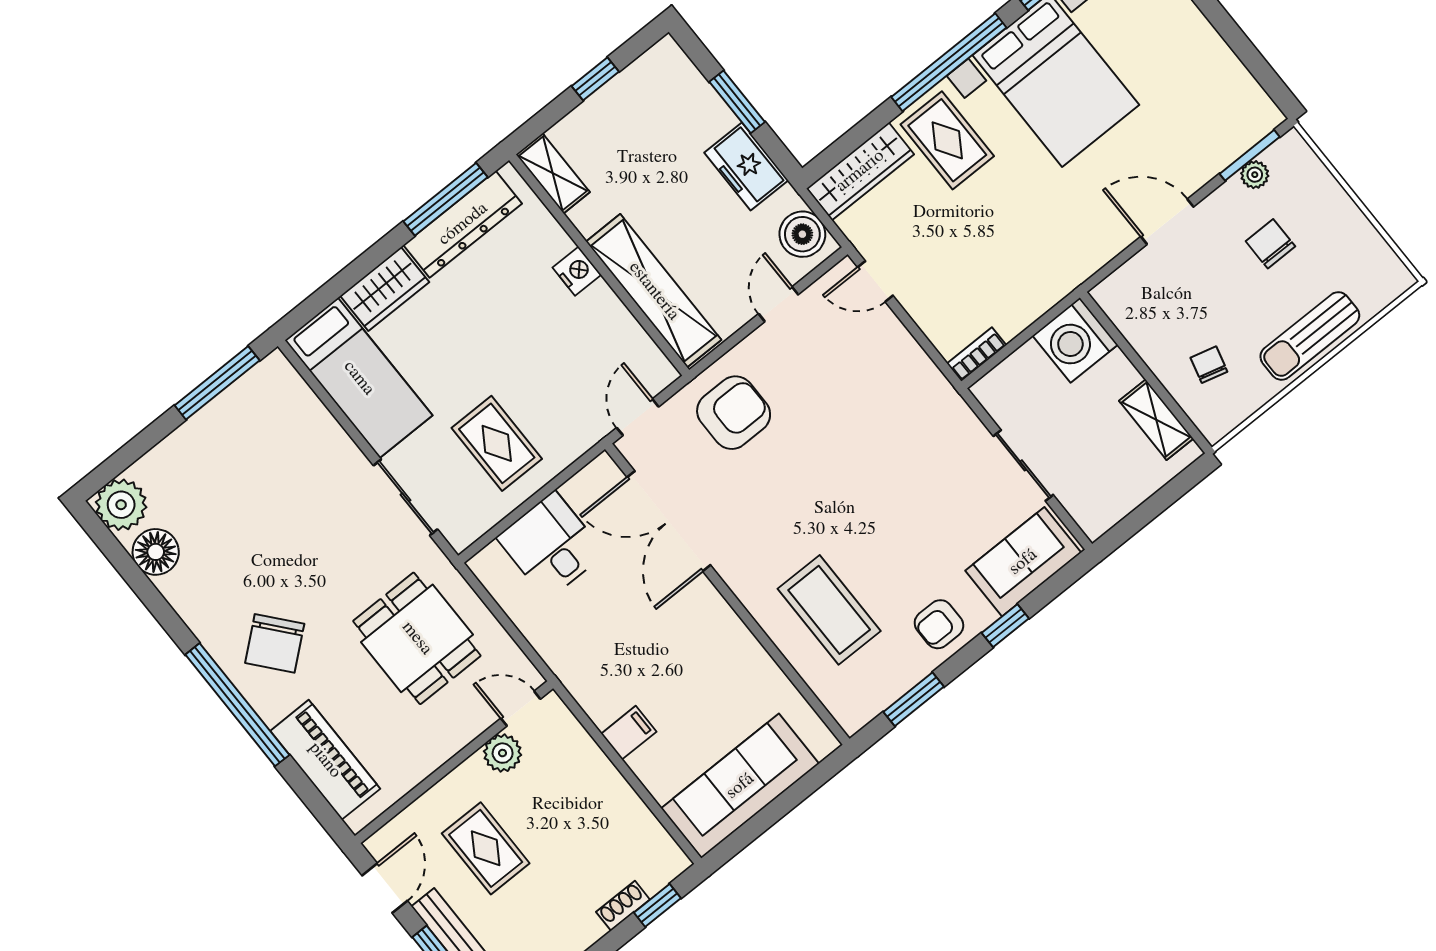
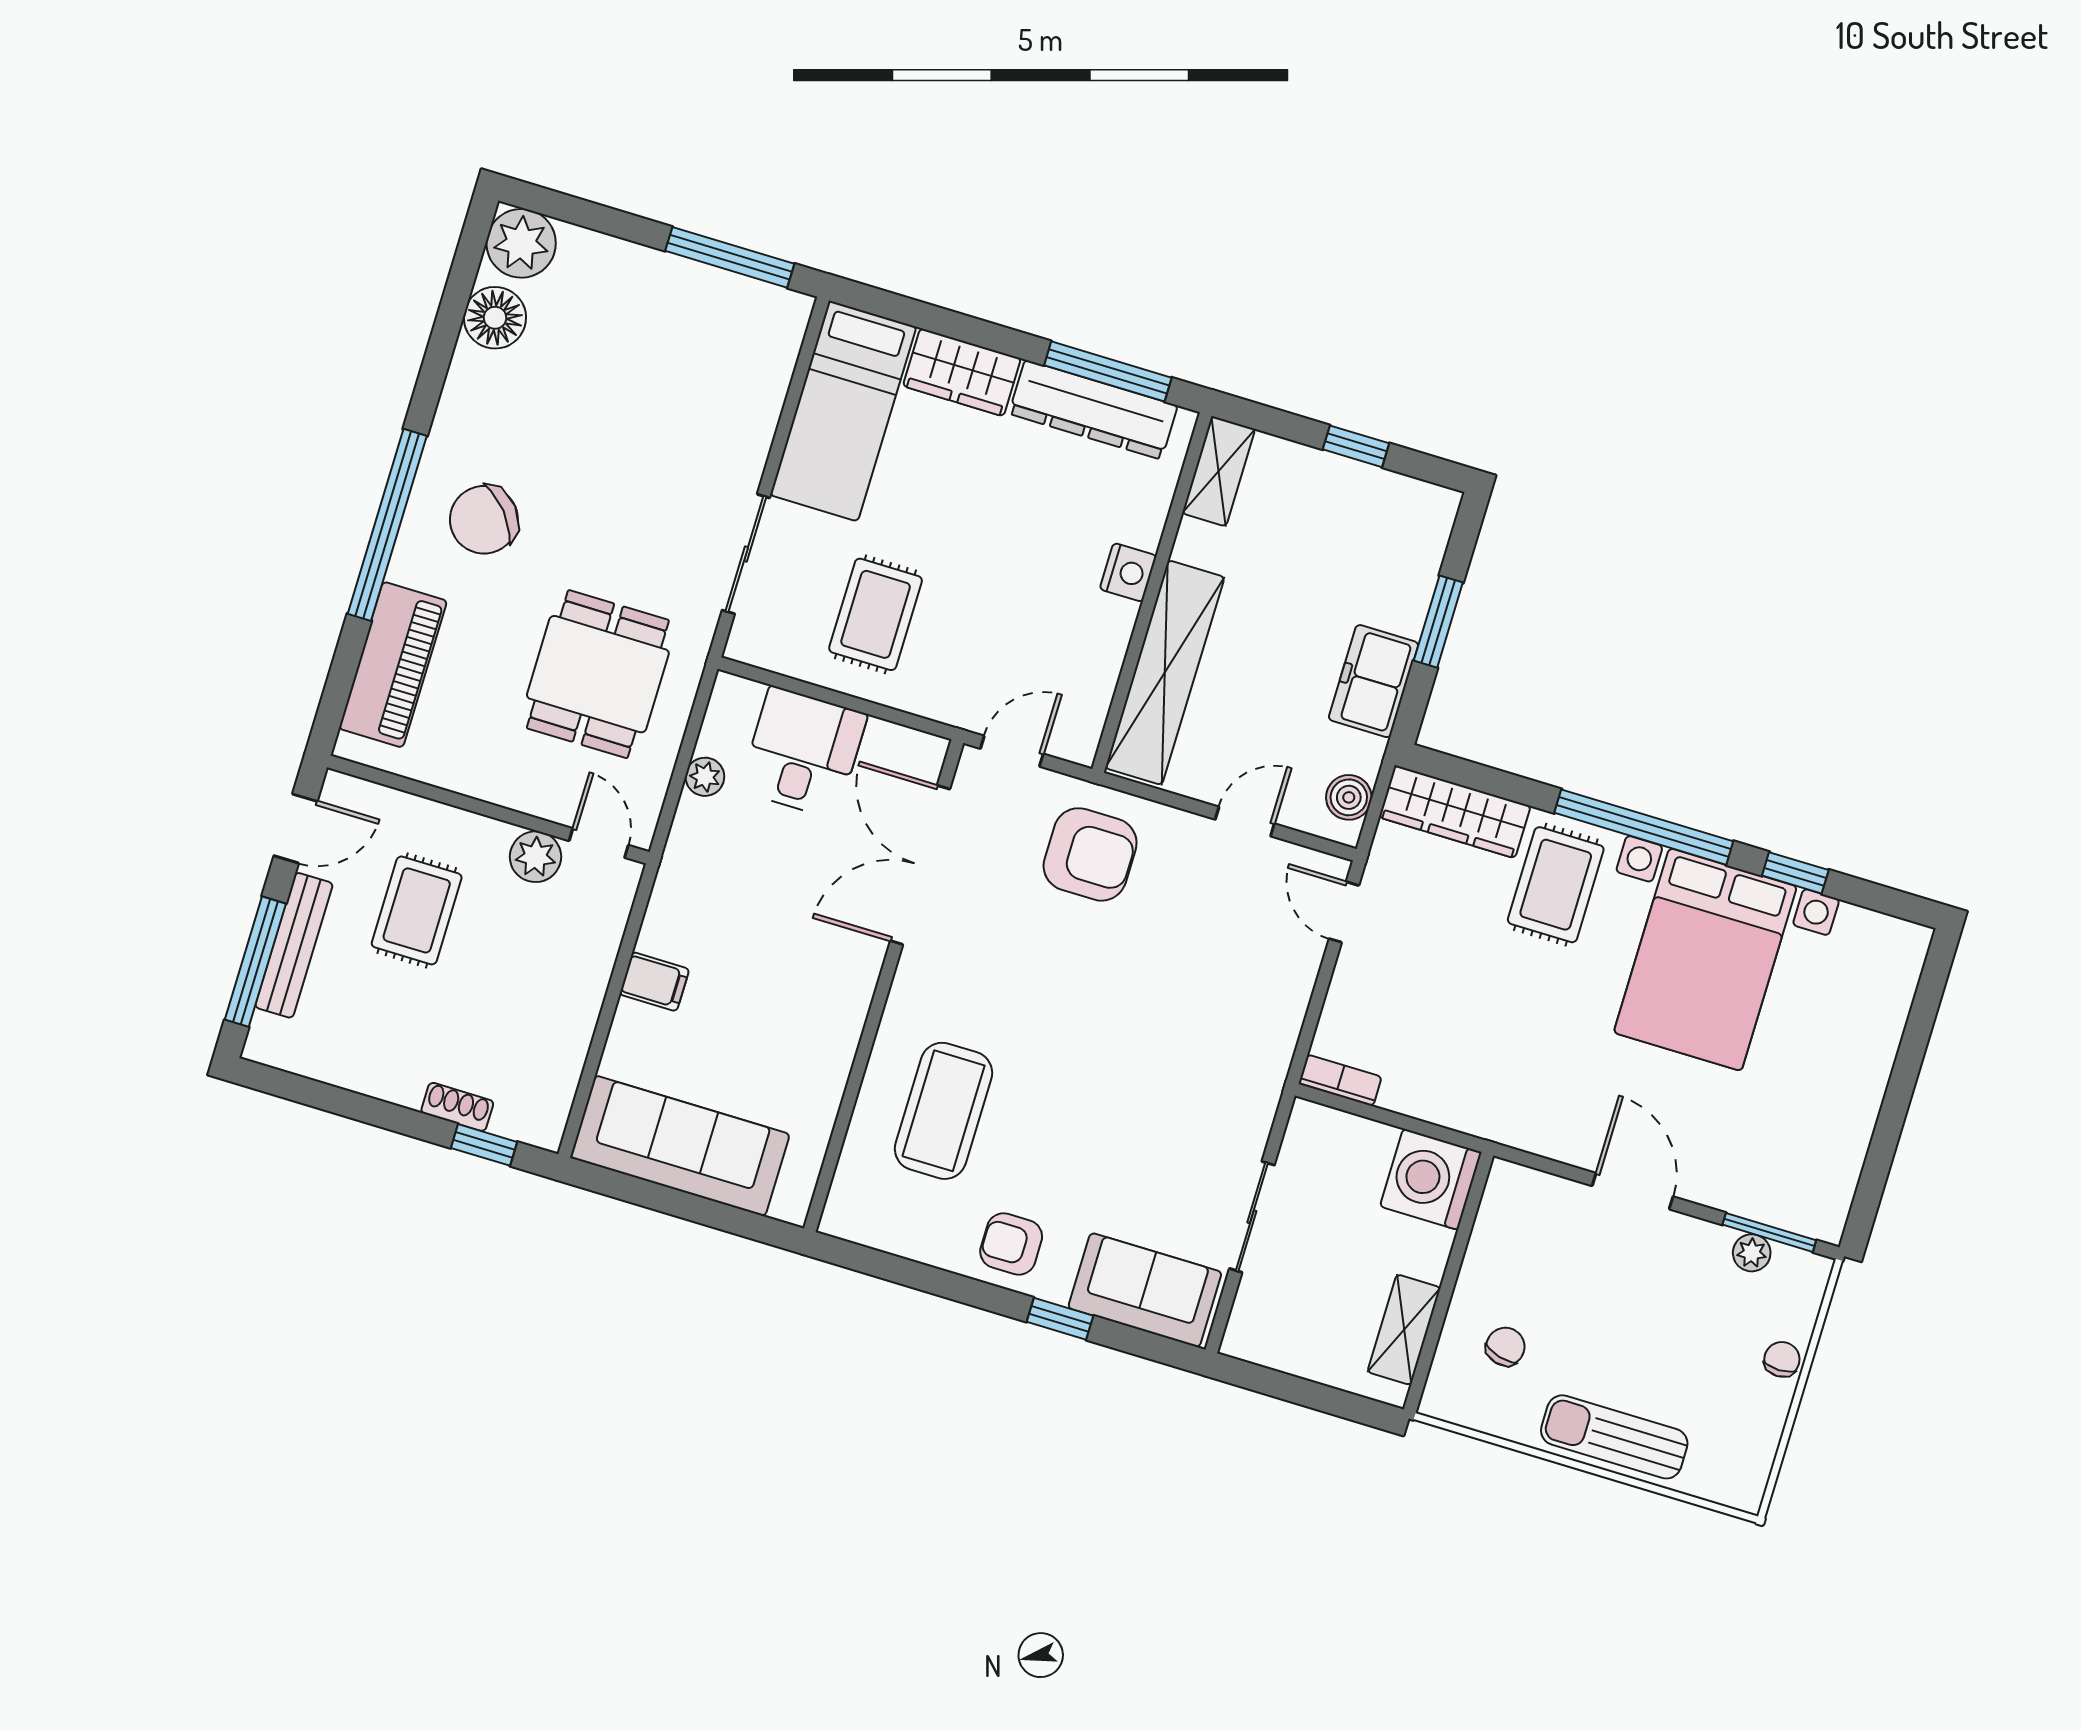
boiler: (802, 234) -> (1349, 797), width x0.73, depth x0.73
chair: (1270, 244) -> (1782, 1359), moved, width x0.73, depth x0.73
plant: (525, 616) -> (705, 777), added
window: (914, 699) -> (908, 1273), removed

